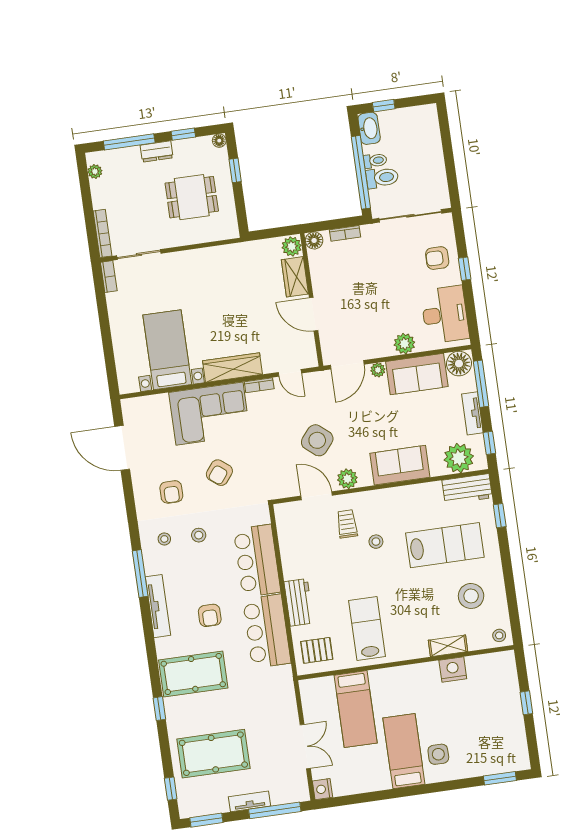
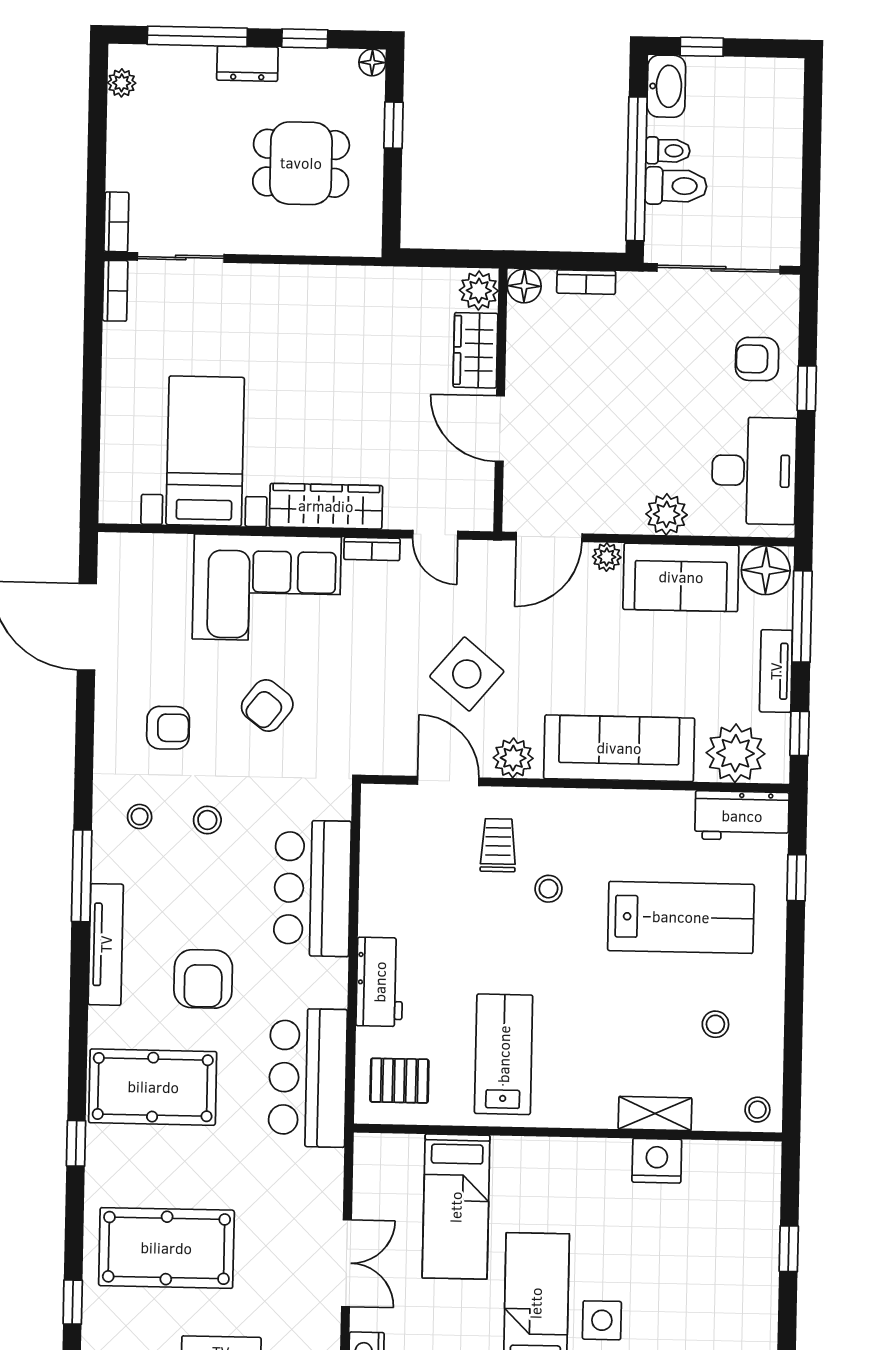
bookcase: (103, 233) -> (116, 222), width x0.64
sofa: (400, 465) -> (619, 748), width x1.36
armchair: (171, 492) -> (168, 728), turned -90
stool: (471, 596) -> (715, 1024), width x0.53, depth x0.53
armchair: (210, 615) -> (203, 979), width x1.38, depth x1.38
bar counter: (267, 631) -> (308, 1078), moved

